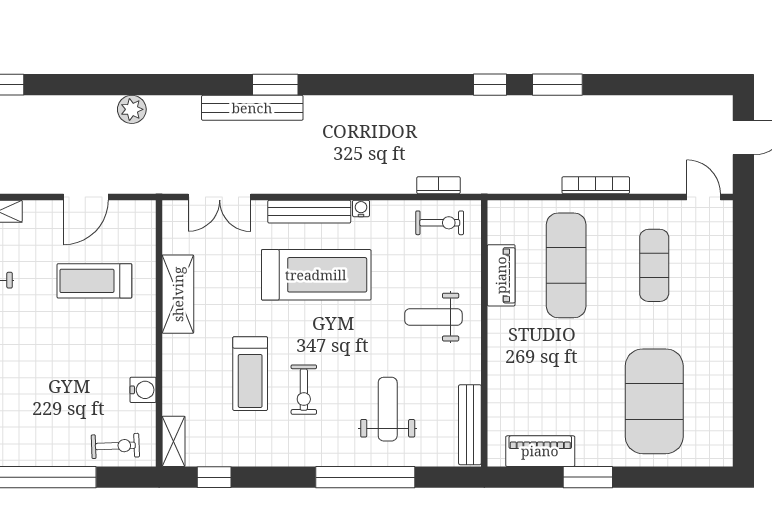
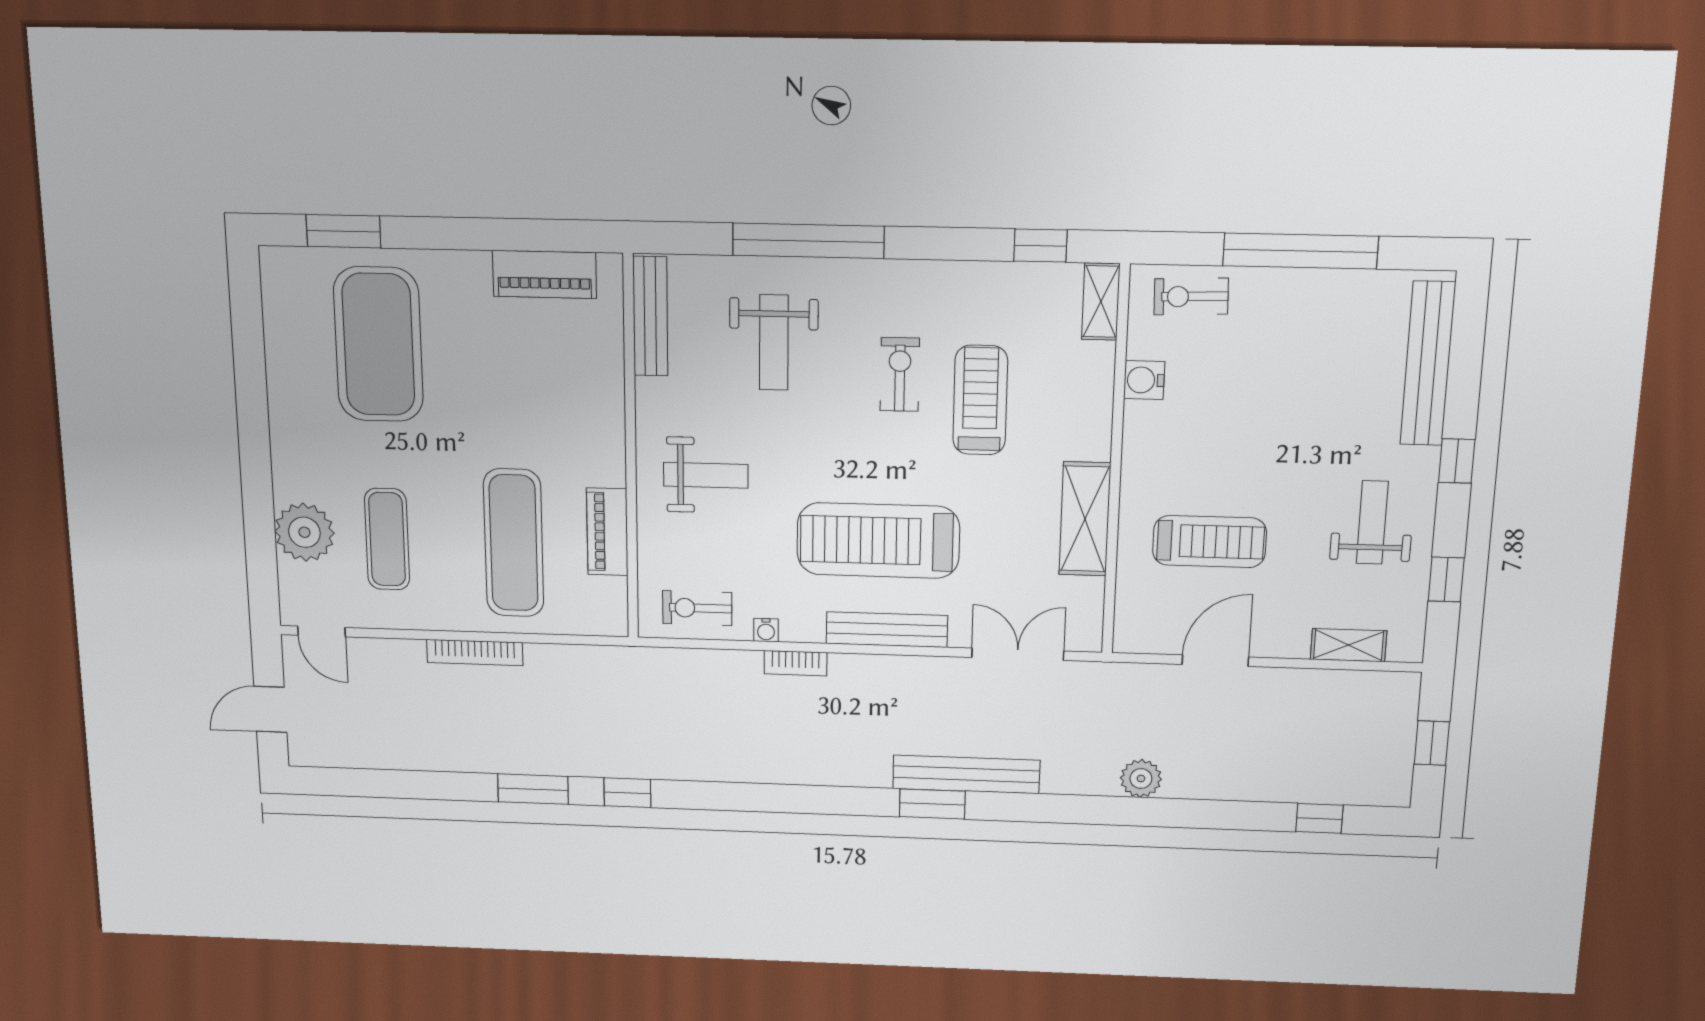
bookcase: (438, 185) -> (795, 663), moved
water cooler: (361, 208) -> (766, 630), moved
plant: (712, 269) -> (304, 532), added
window: (588, 477) -> (343, 231), moved

